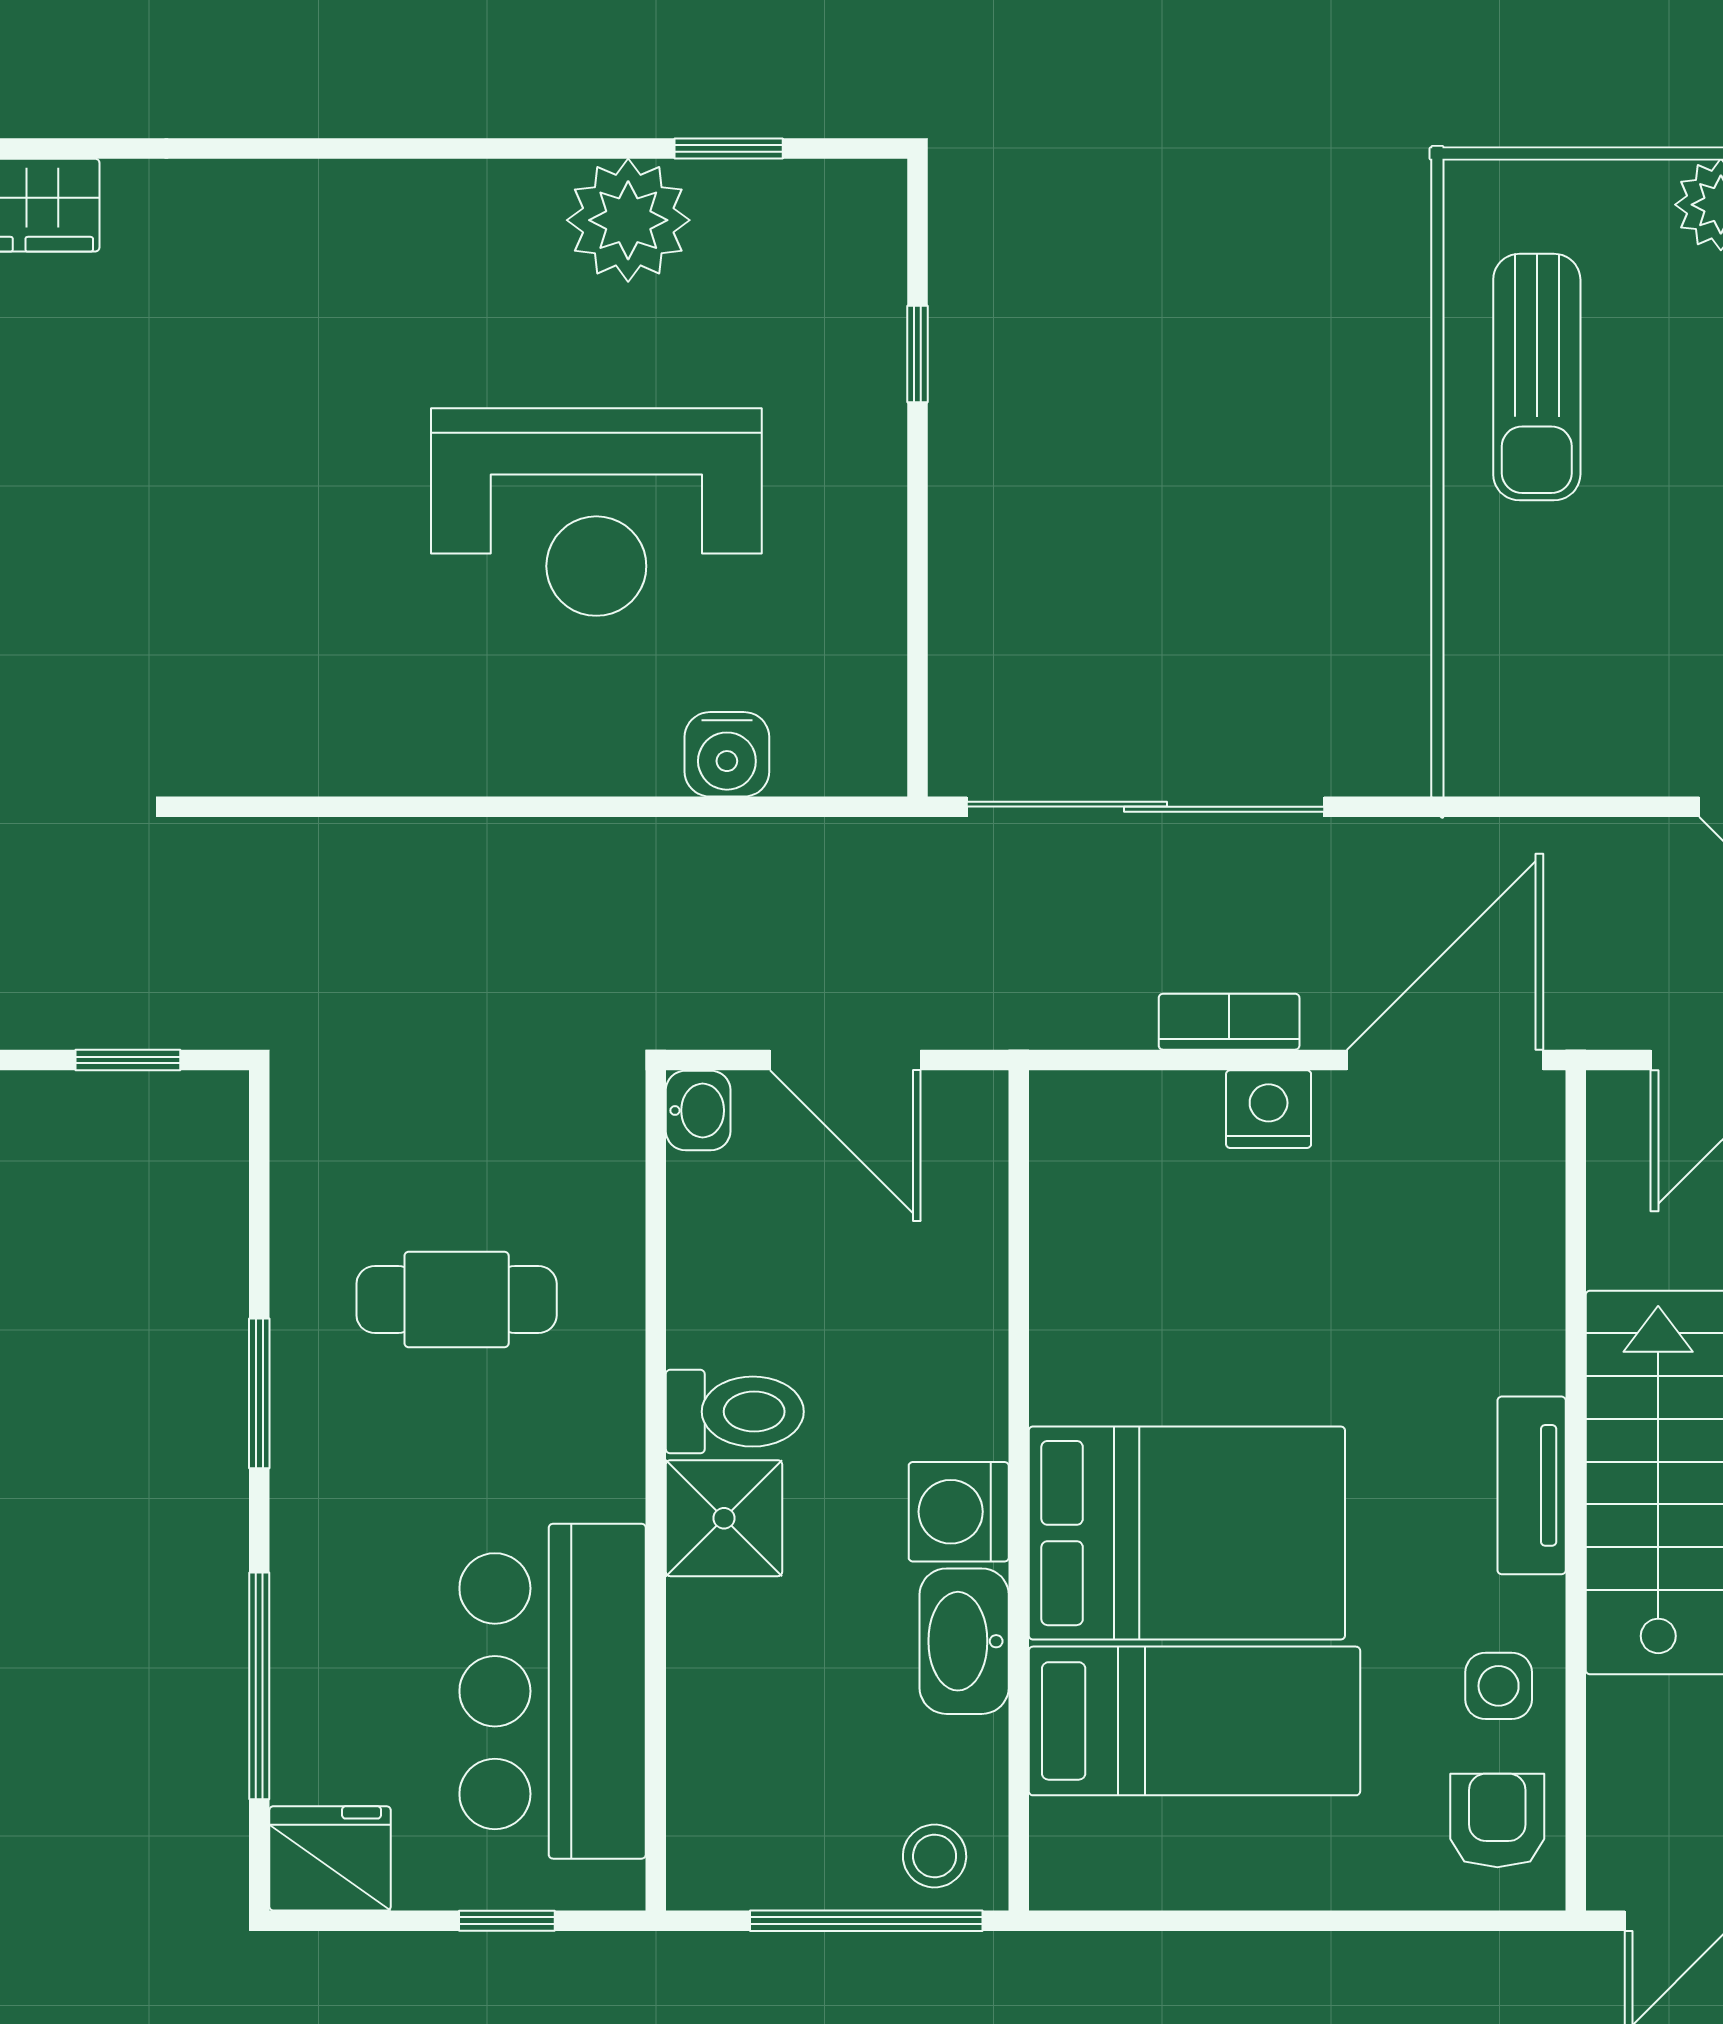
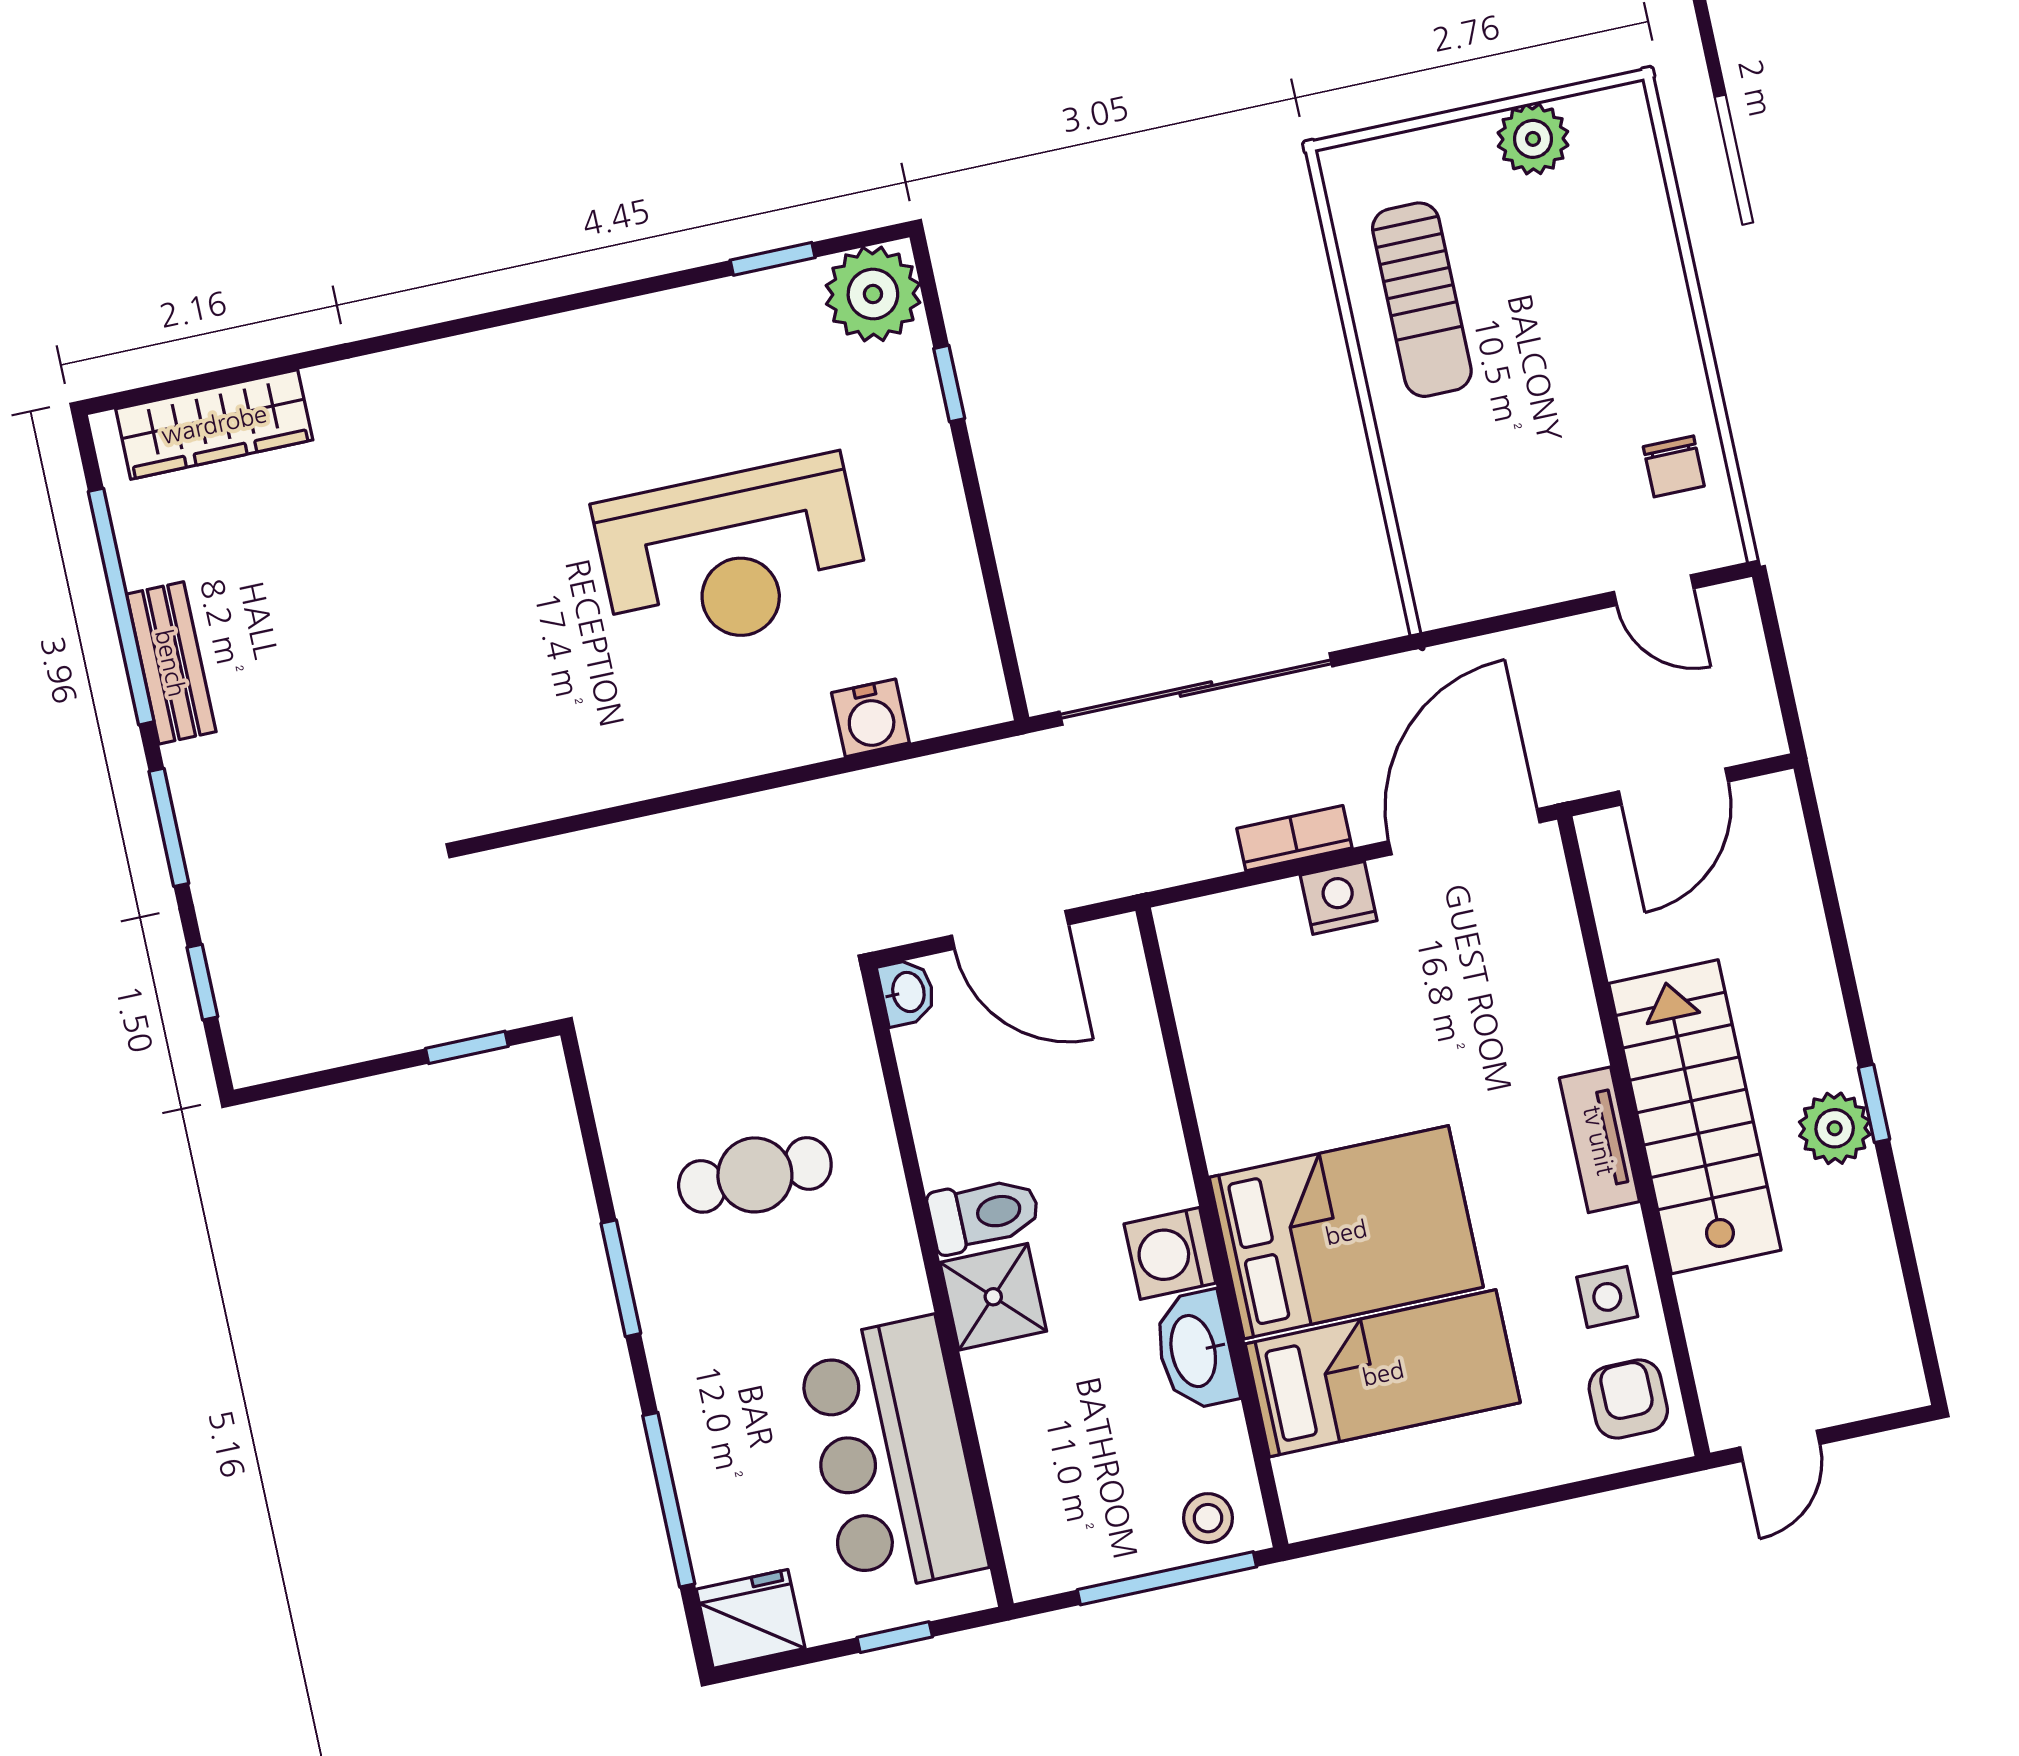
plant: (628, 220) -> (873, 294), moved

